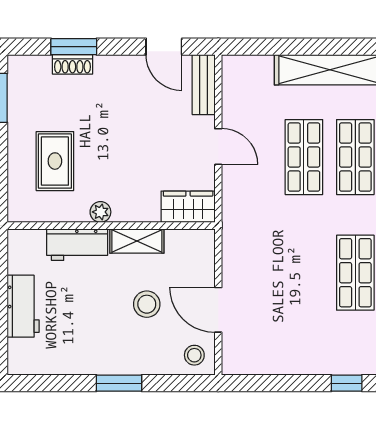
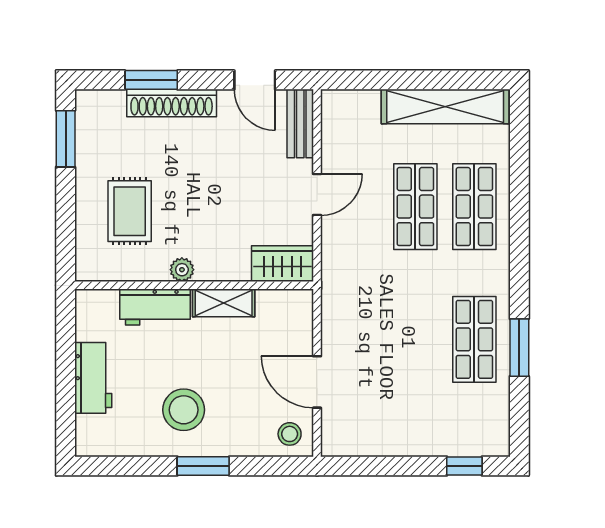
shoe rack: (72, 64) -> (172, 103), width x1.94, depth x1.24
door: (218, 147) -> (317, 195), hinge flipped
stool: (147, 304) -> (184, 410), moved, width x1.38, depth x1.38

